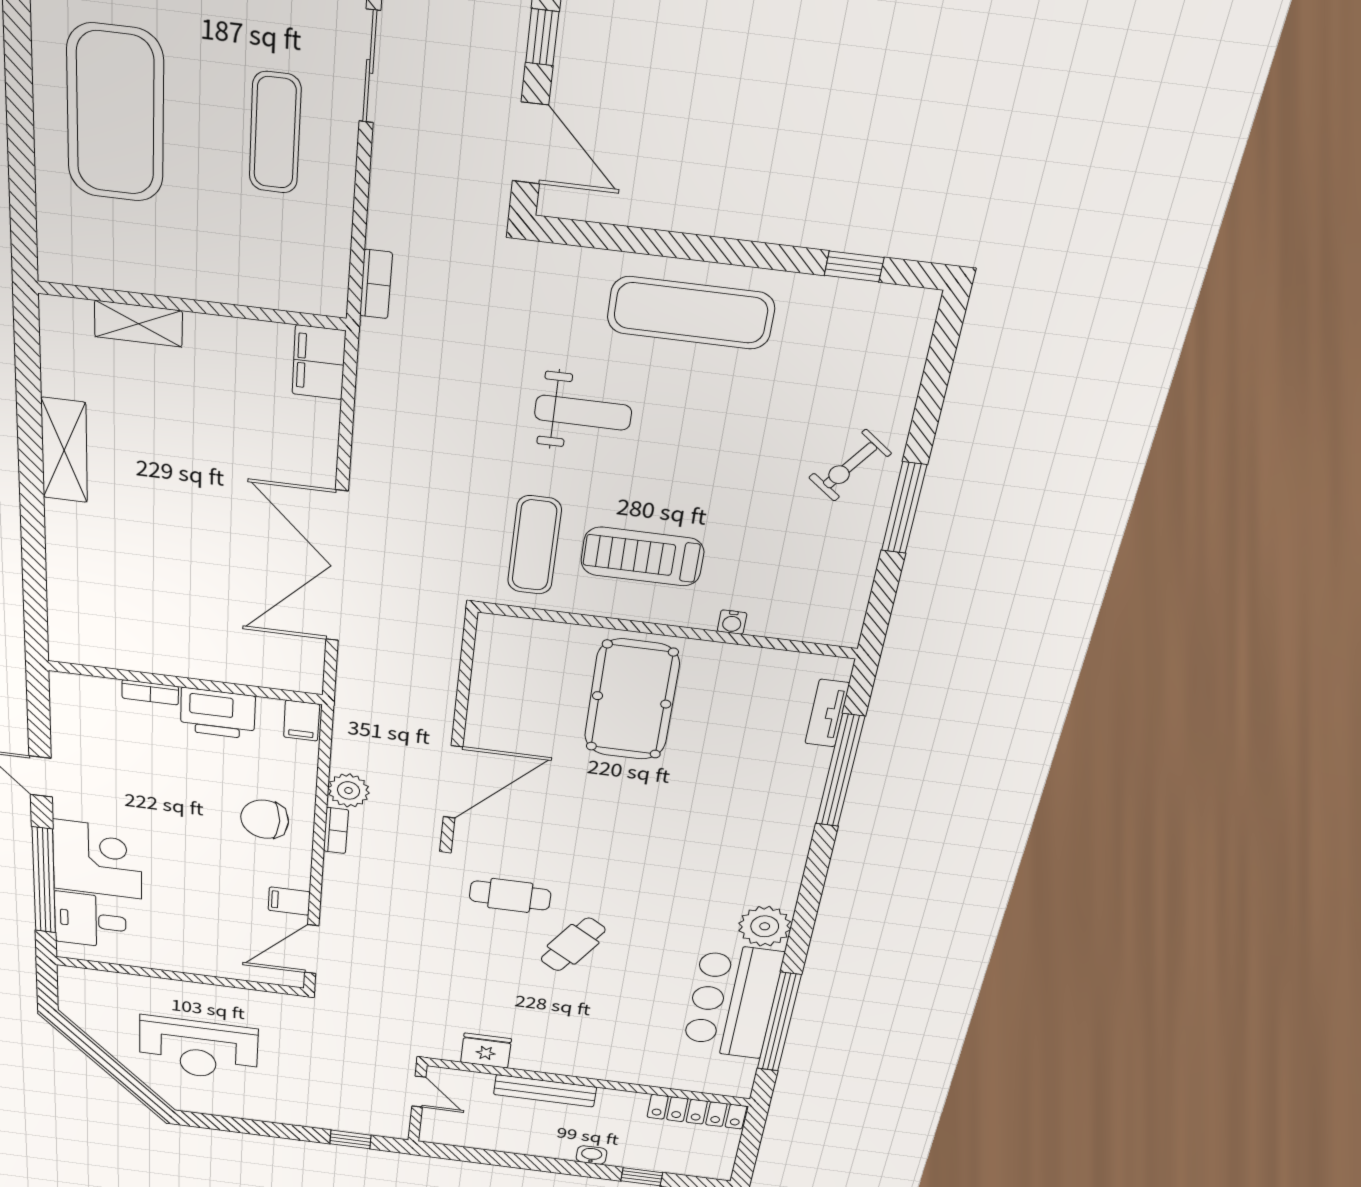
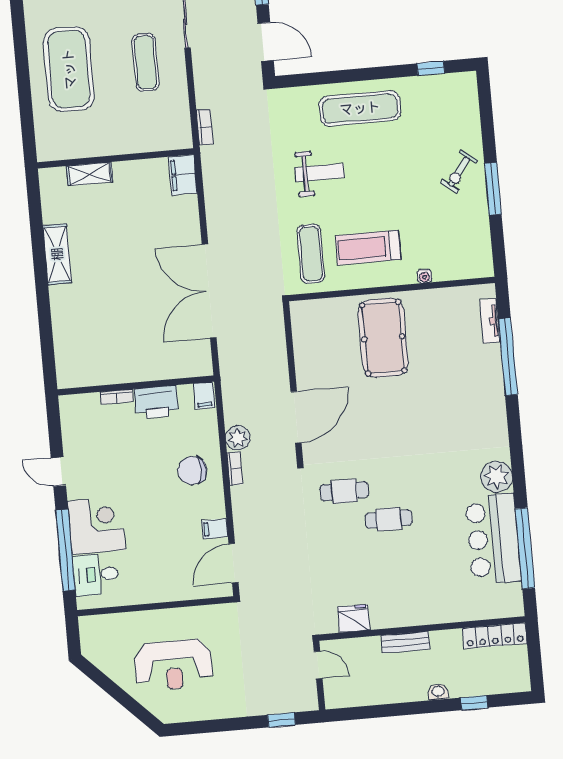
cafe table: (573, 944) -> (389, 519), turned 57
bench: (545, 1091) -> (405, 642), width x0.73

